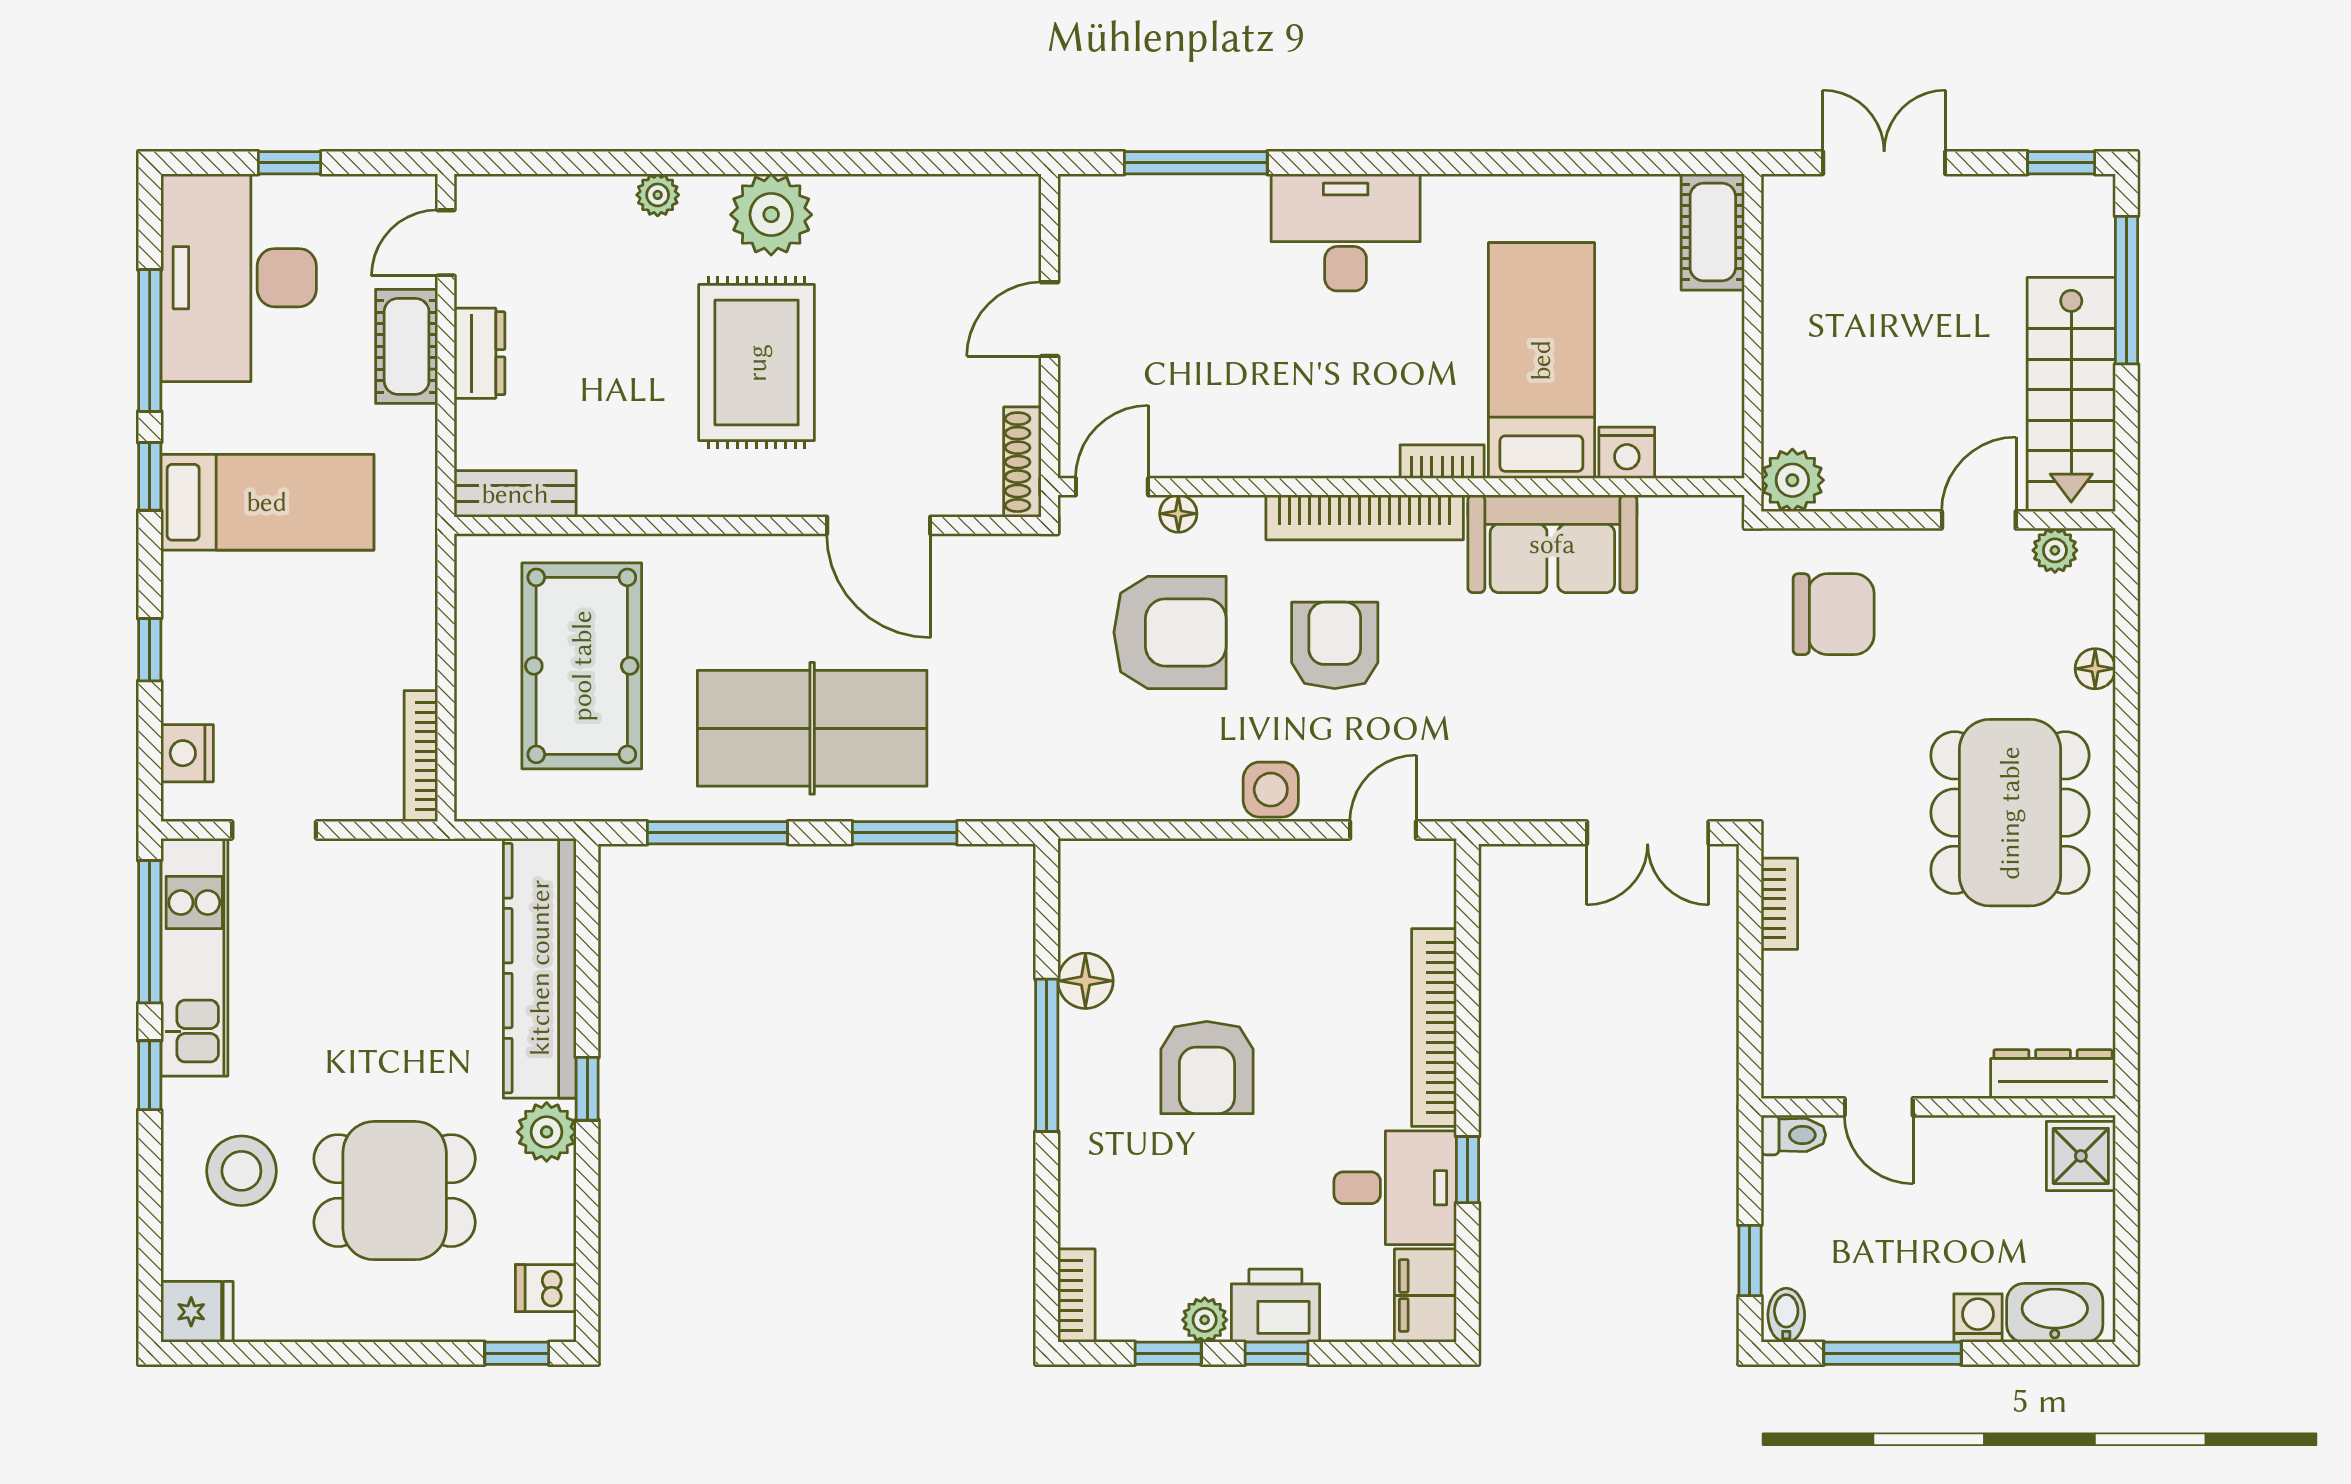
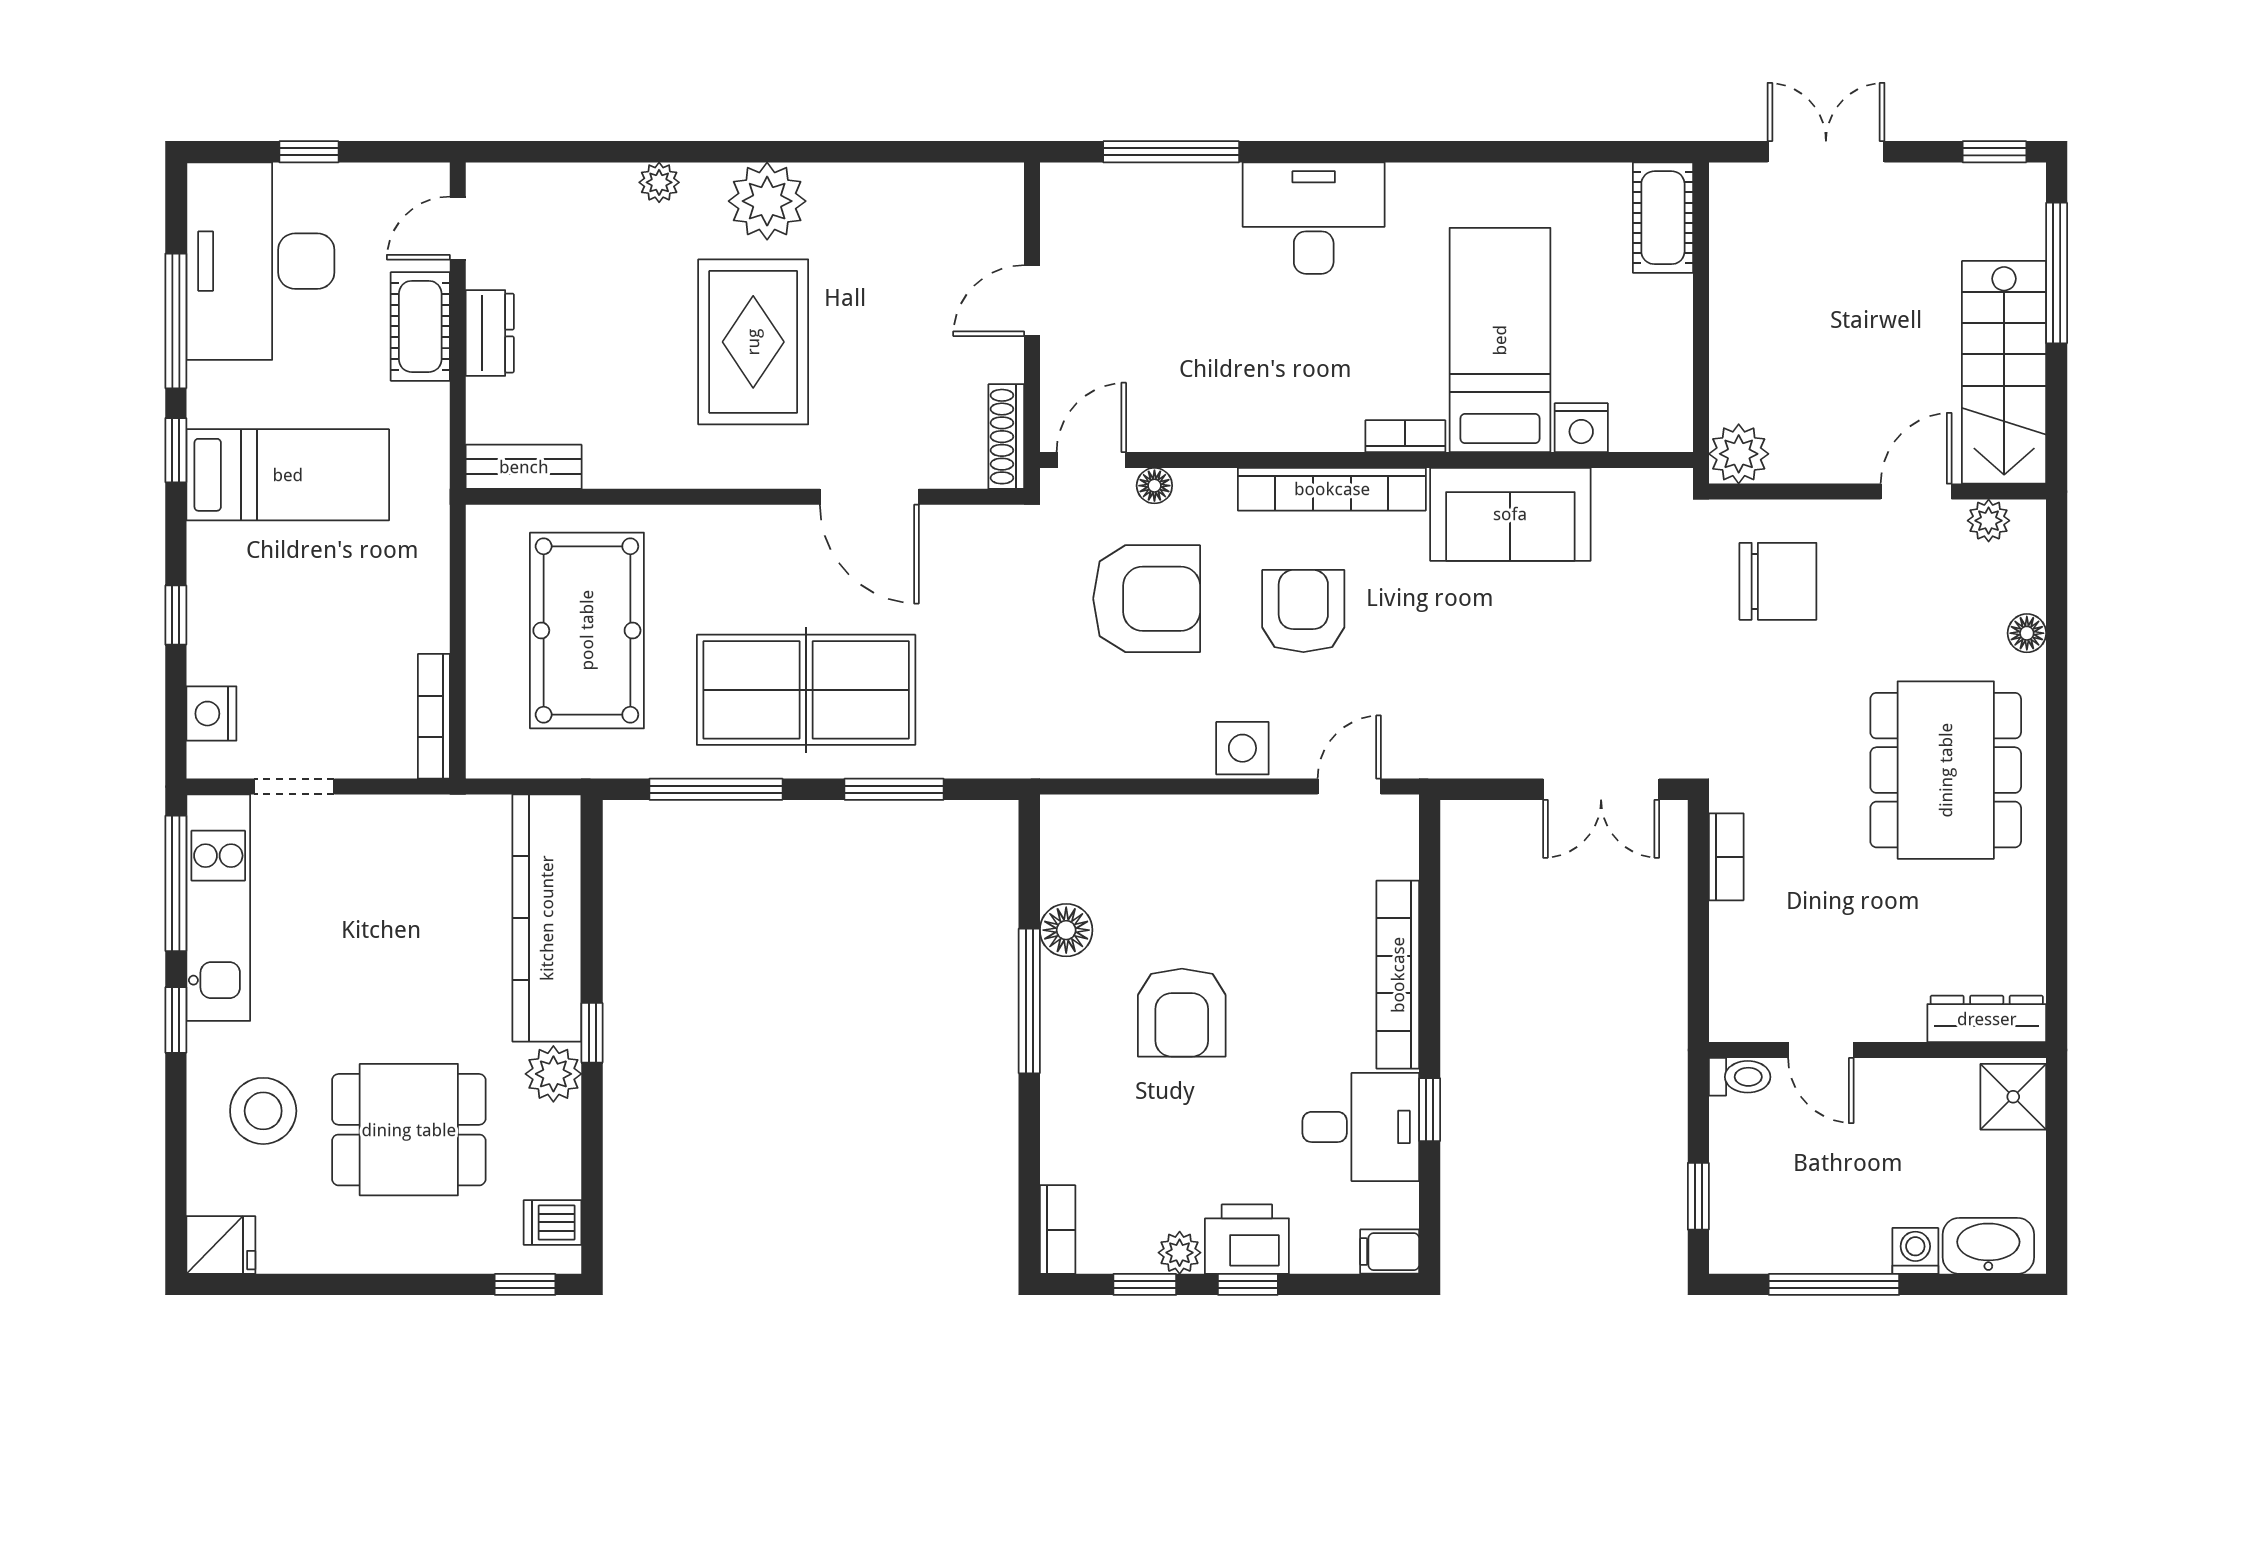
filing cabinet: (1425, 1295) -> (1390, 1252), width x0.50
bidet: (1786, 1315) -> (1733, 1248), removed

